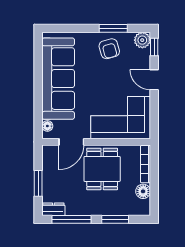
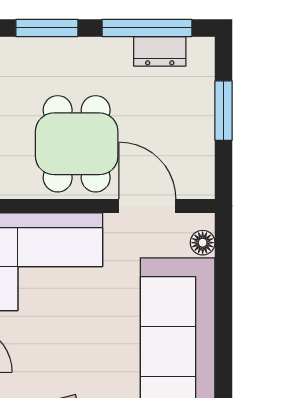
door: (71, 142) -> (147, 206), hinge flipped
dresser: (53, 209) -> (160, 51), moved

